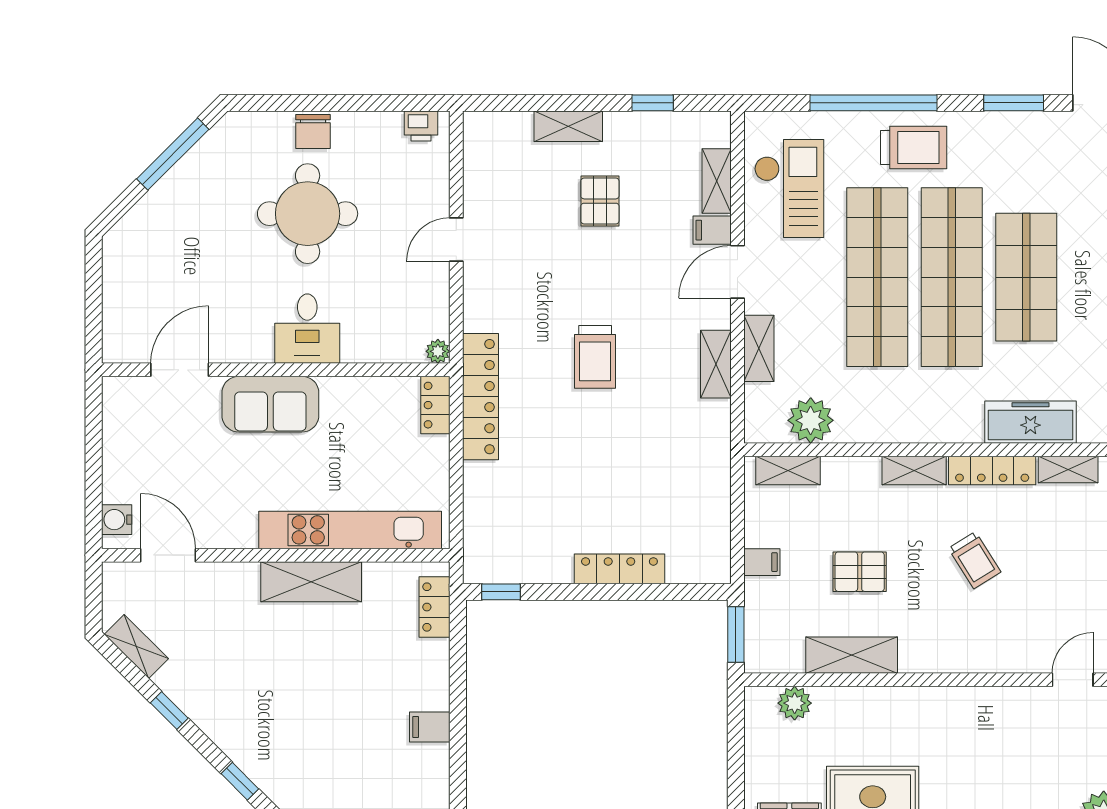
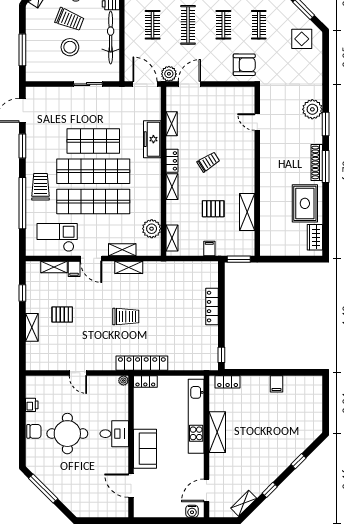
printer: (421, 126) -> (32, 405), moved
locker: (992, 471) -> (172, 161), width x0.66
pallet: (860, 572) -> (213, 209), turned 90
plant: (795, 703) -> (267, 235), removed

